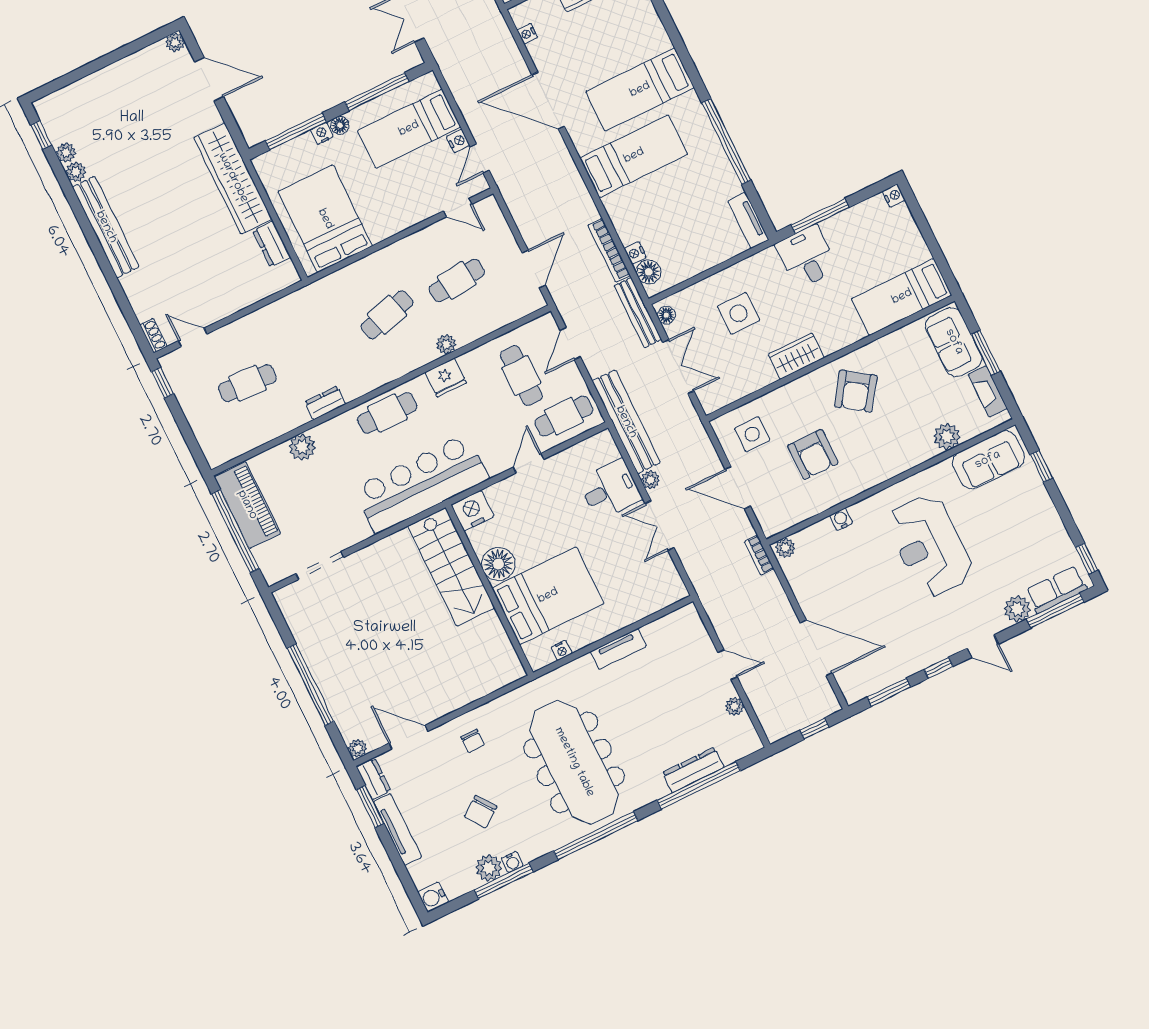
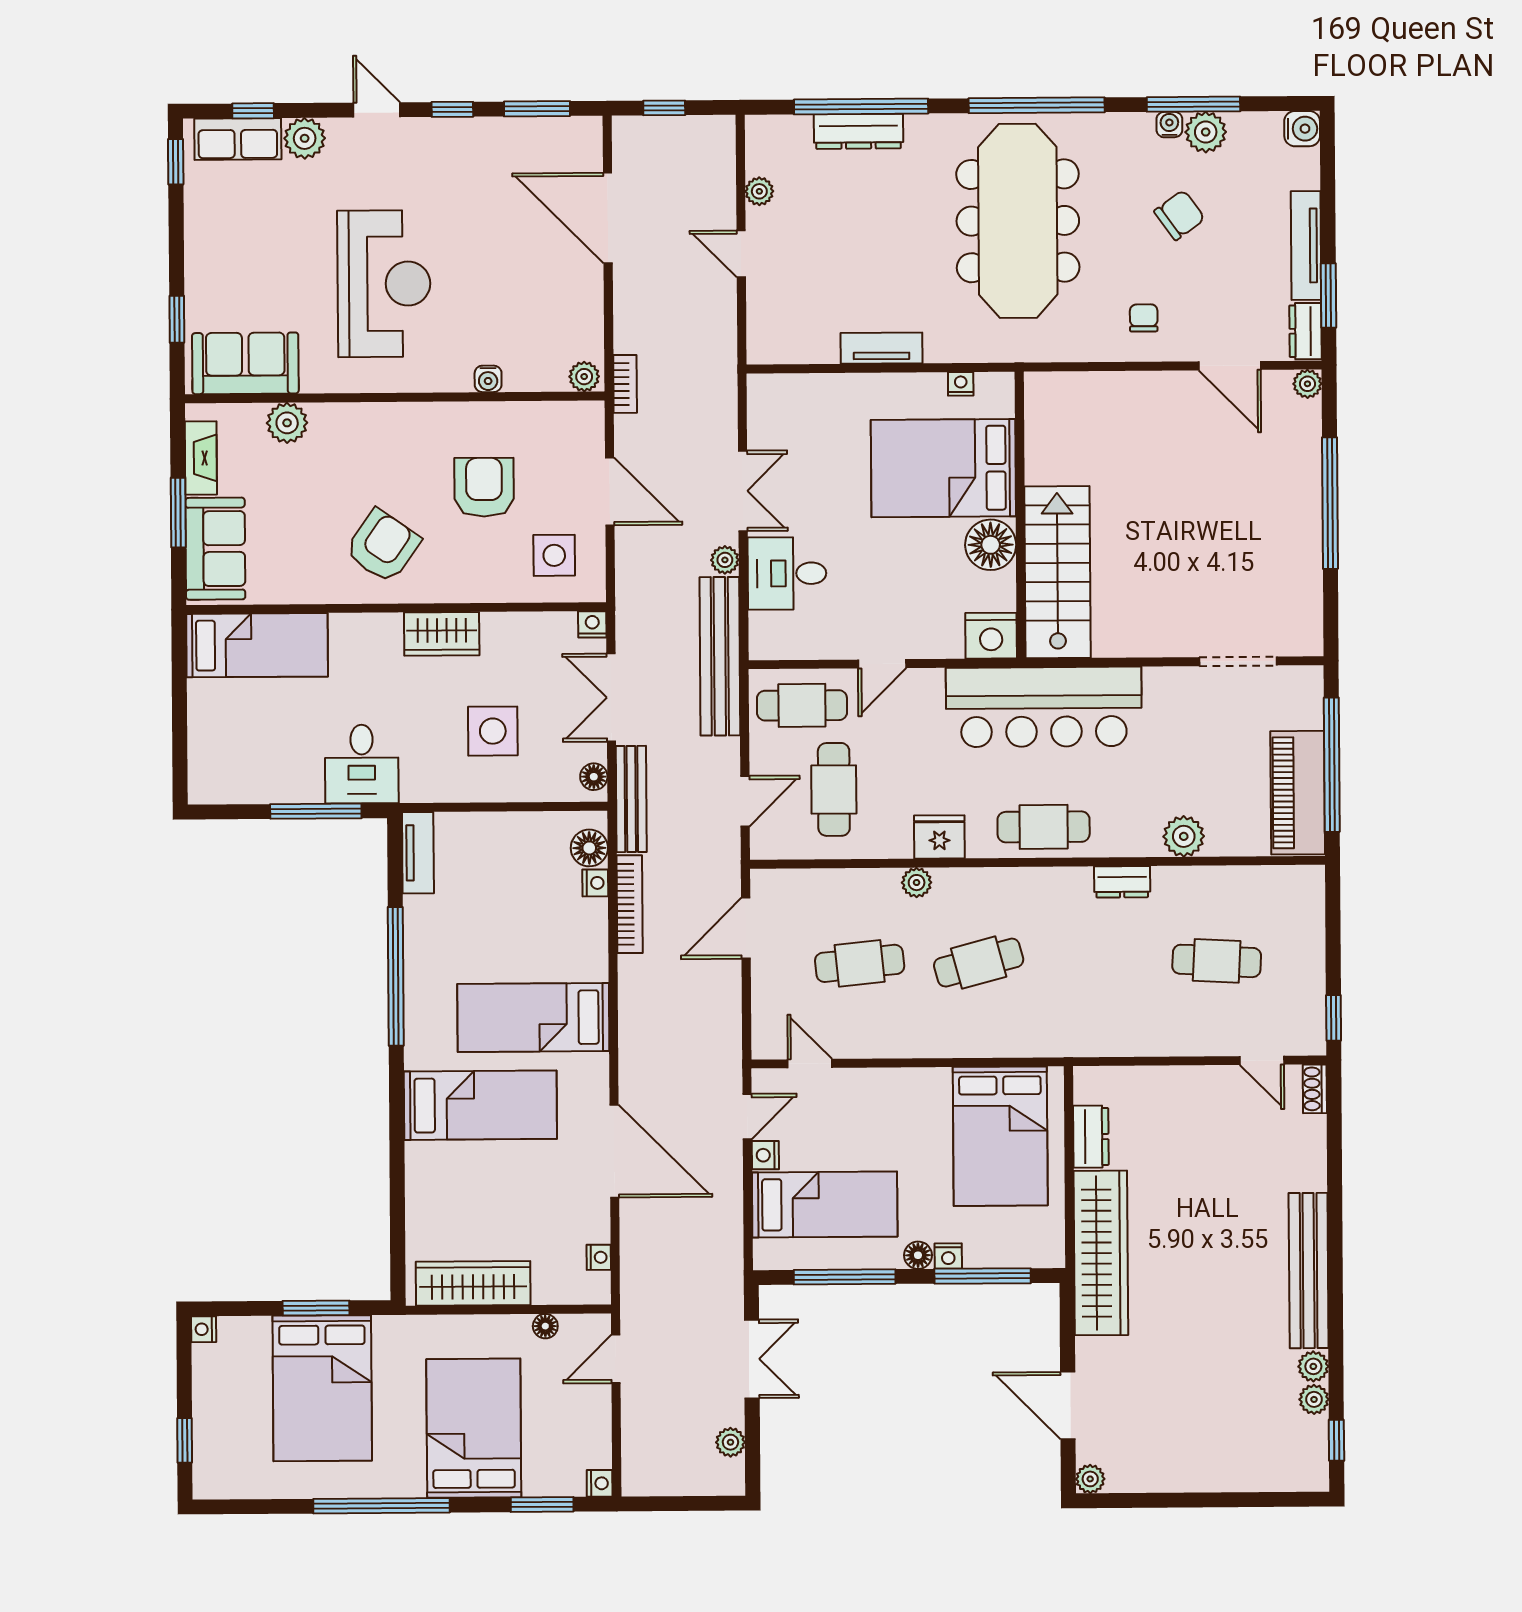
nightstand: (894, 196) -> (592, 624), moved, turned 90
window: (1055, 611) -> (253, 111), width x0.46

